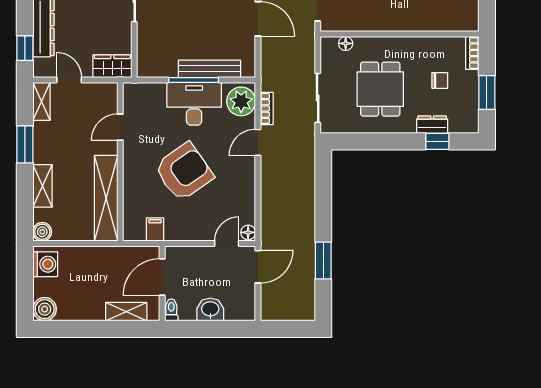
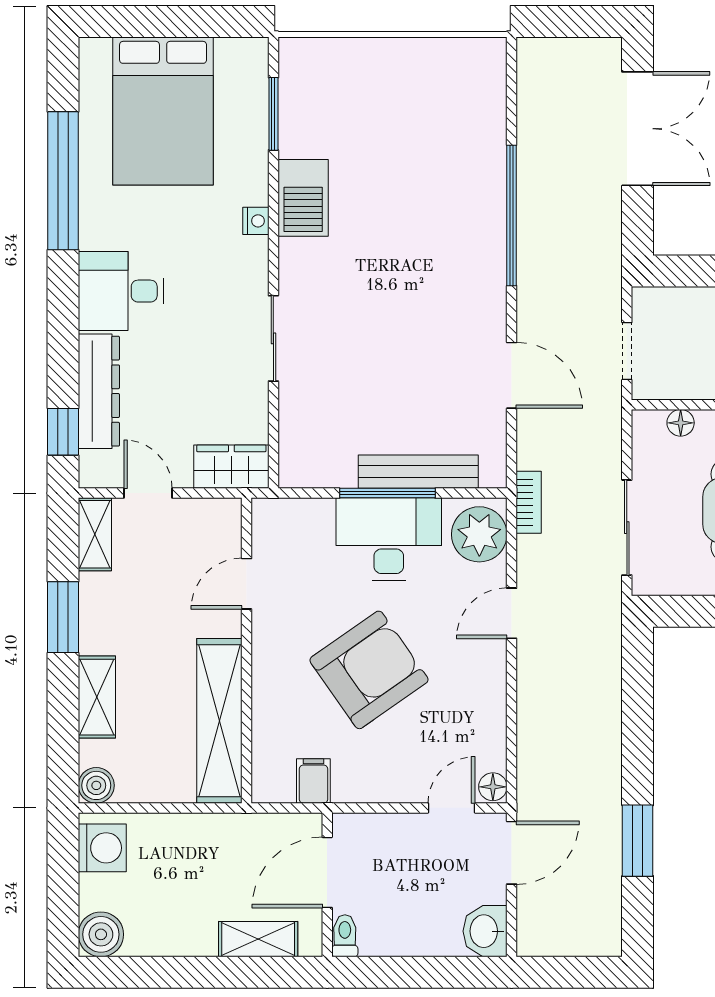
bookcase: (267, 108) -> (529, 502), moved
washbasin: (210, 309) -> (485, 931), moved, turned -90

